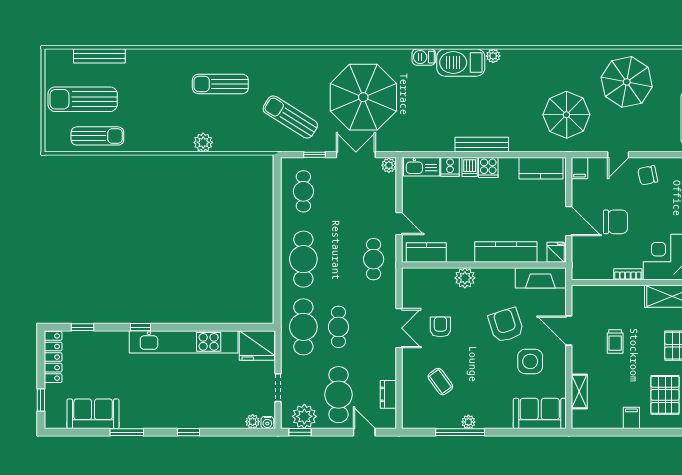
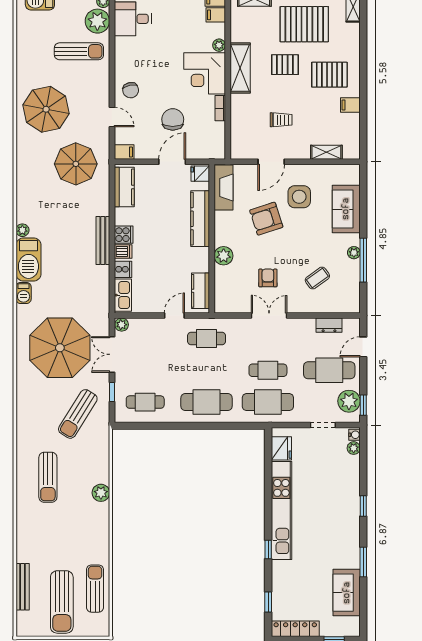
armchair: (440, 327) -> (268, 278), turned 90
fridge: (257, 346) -> (281, 448), width x0.73, depth x0.75
sofa: (540, 413) -> (346, 209), moved

